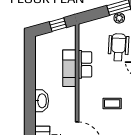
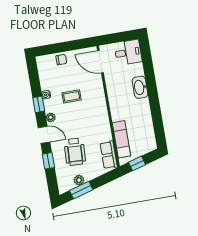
row of seats: (85, 64) -> (109, 155), moved
exam couch: (69, 68) -> (121, 139), moved

